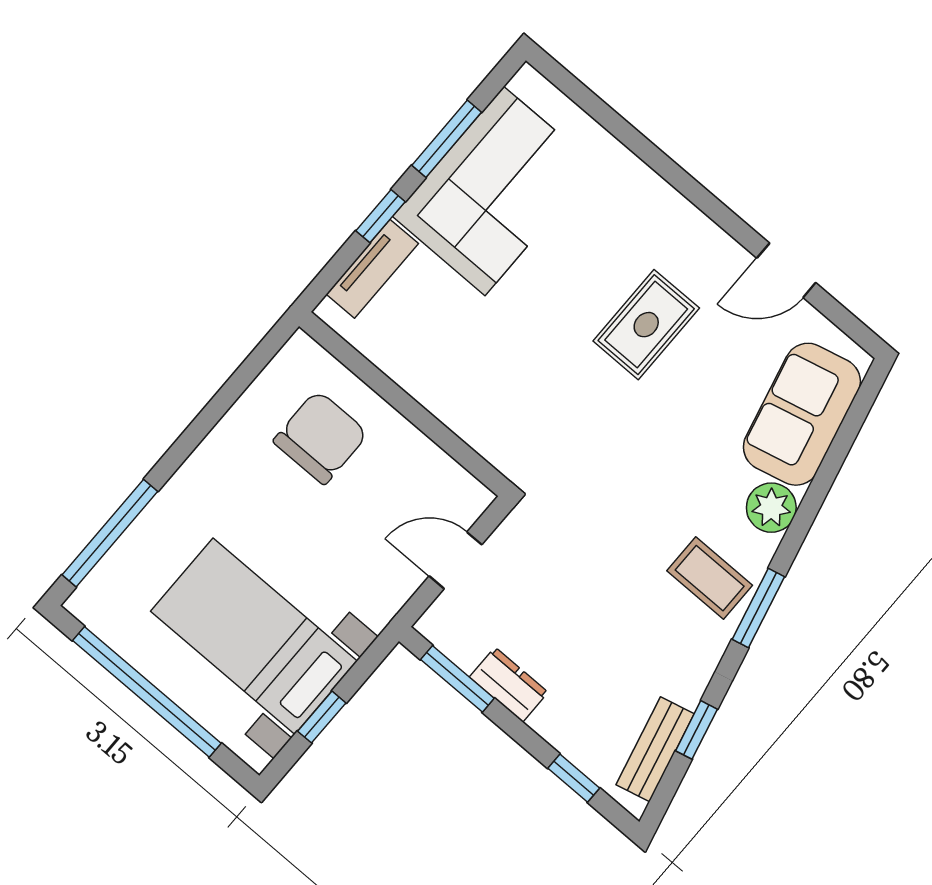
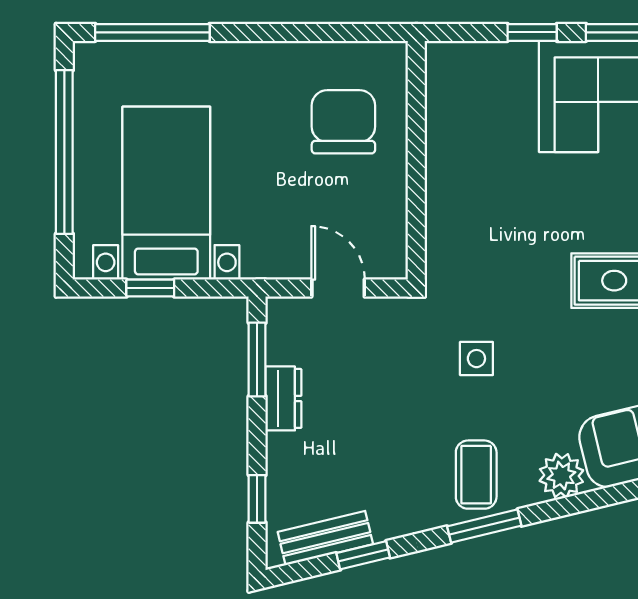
tv unit: (372, 269) -> (491, 58), removed
chair: (321, 437) -> (343, 122), turned -90
side table: (613, 495) -> (476, 359), added

